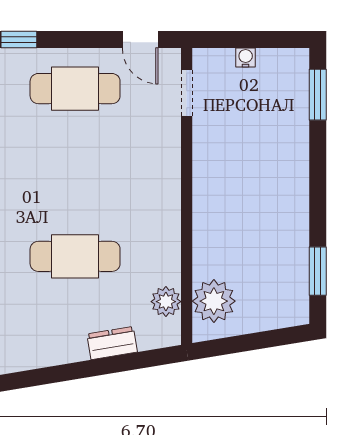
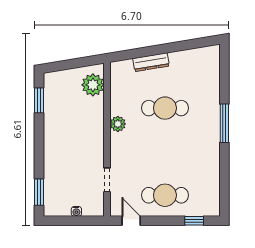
doorway: (187, 93) -> (107, 180), moved
plant: (166, 302) -> (118, 124), moved
dresser: (112, 343) -> (151, 62), width x1.44

